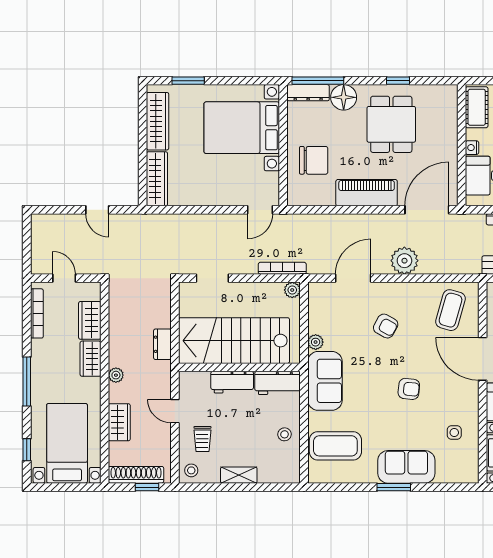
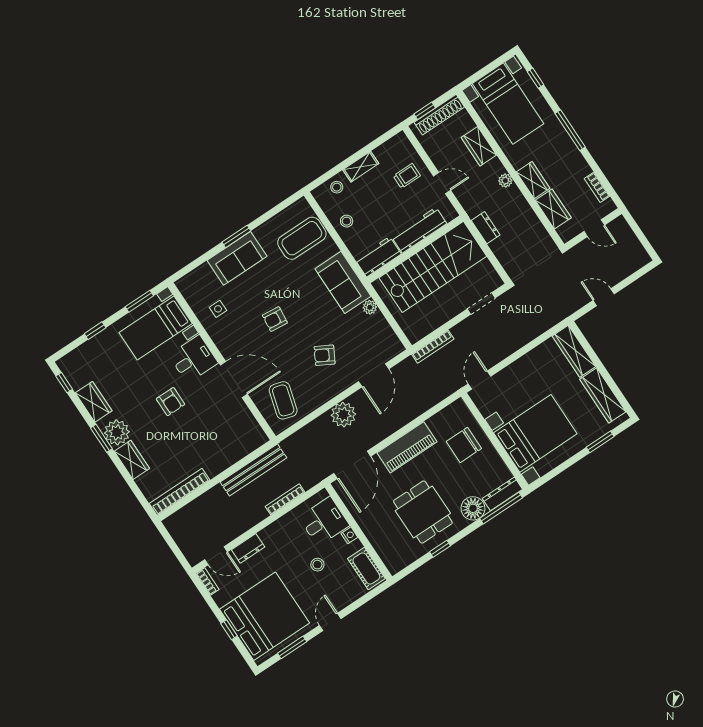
plant: (292, 290) -> (414, 335), removed
bookcase: (37, 313) -> (597, 187), width x0.64
workbench: (232, 382) -> (419, 230), width x1.38
trolley: (202, 439) -> (407, 176), turned 90
stool: (191, 470) -> (337, 187), moved

